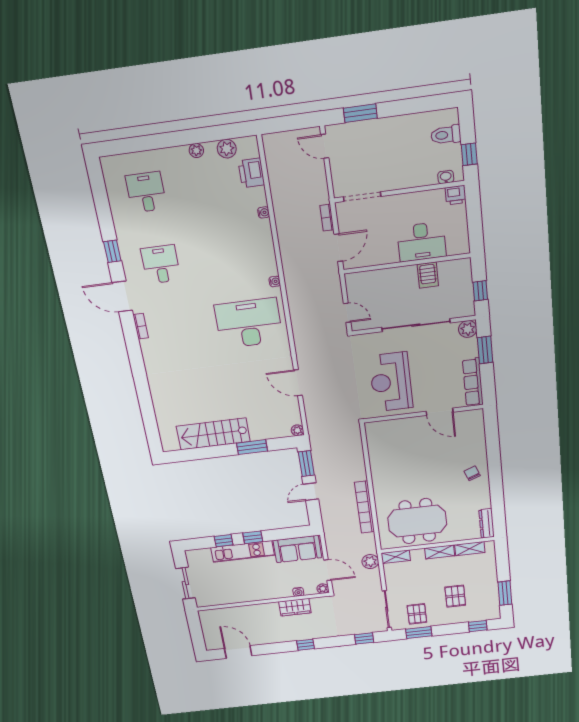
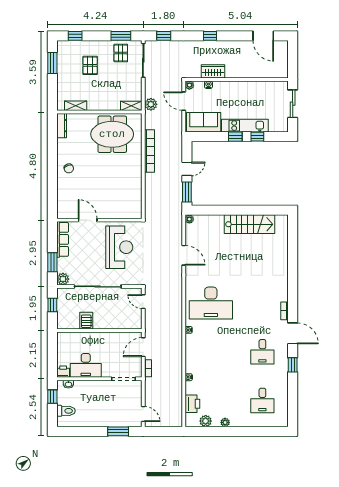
desk: (421, 242) -> (86, 365), moved, turned 180
window: (252, 447) -> (224, 210), removed
shelving: (440, 552) -> (98, 106), removed

